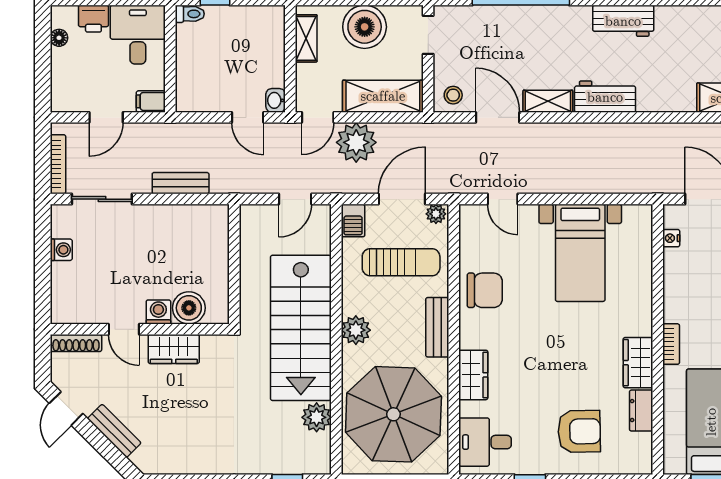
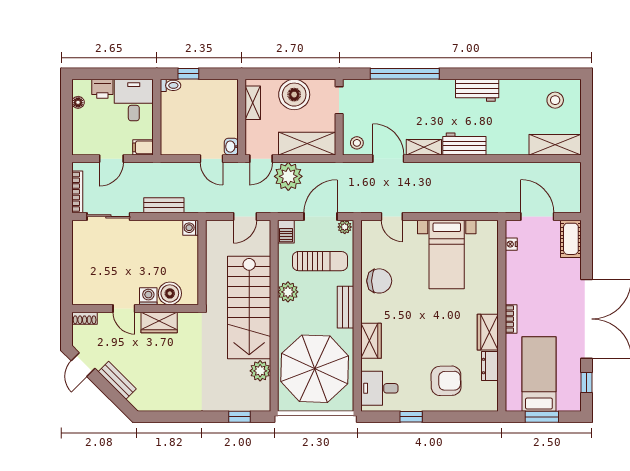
washing machine: (61, 250) -> (191, 228), moved, turned 180
plant: (356, 330) -> (288, 292), moved
shoe rack: (76, 343) -> (85, 318), width x0.70

